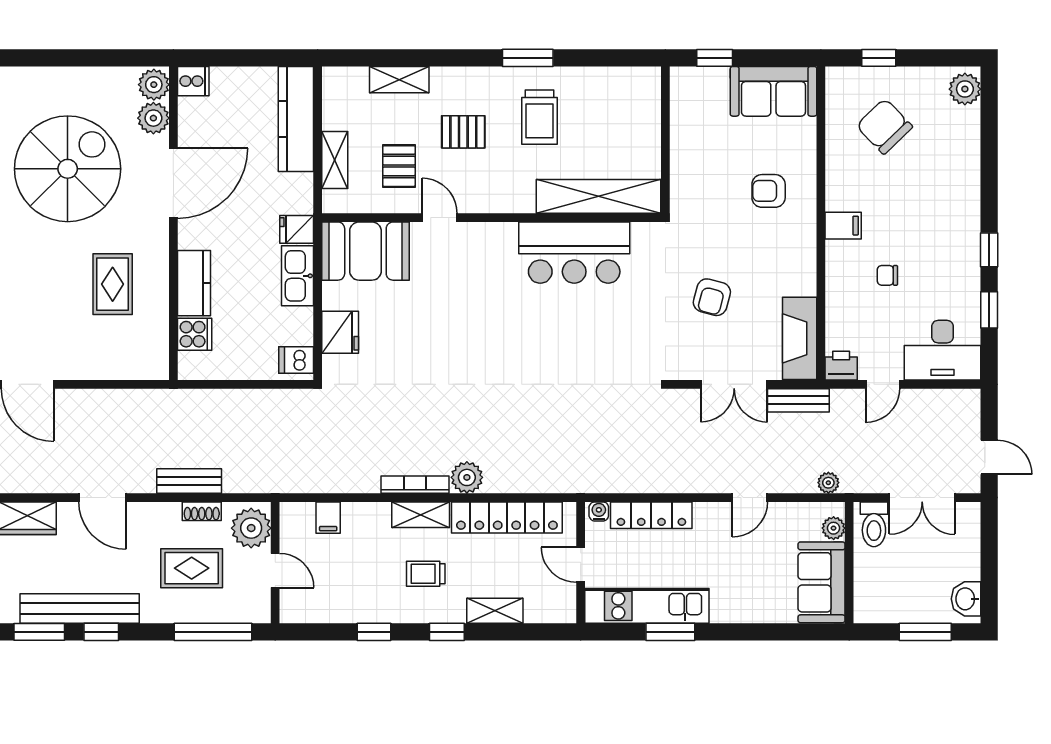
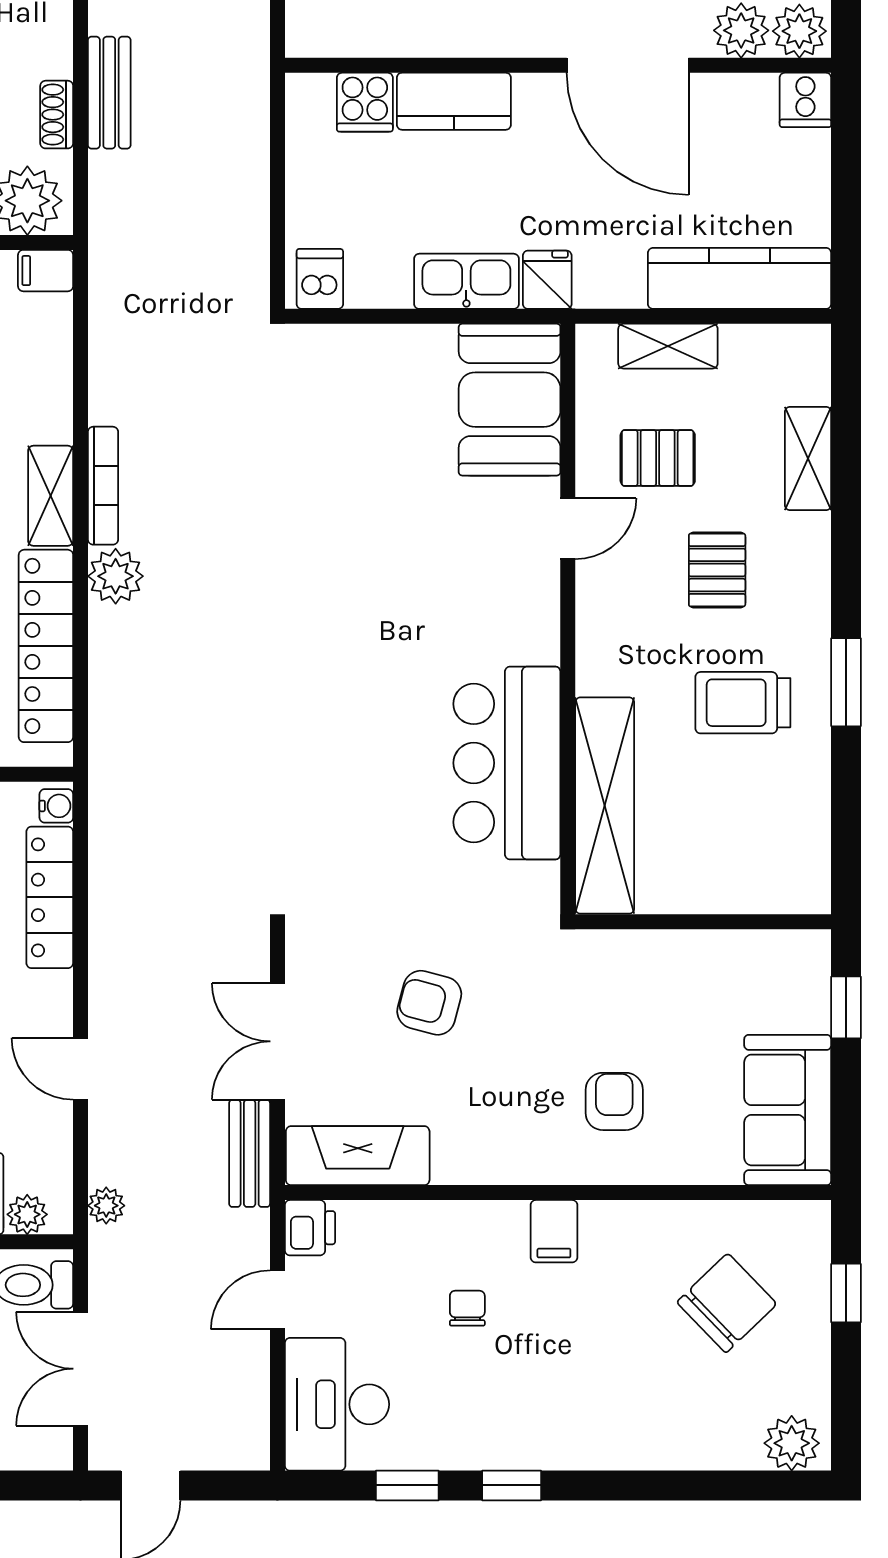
fridge: (340, 332) -> (368, 356), removed
door: (883, 384) -> (277, 1300), hinge flipped
filing cabinet: (328, 518) -> (46, 271), moved

